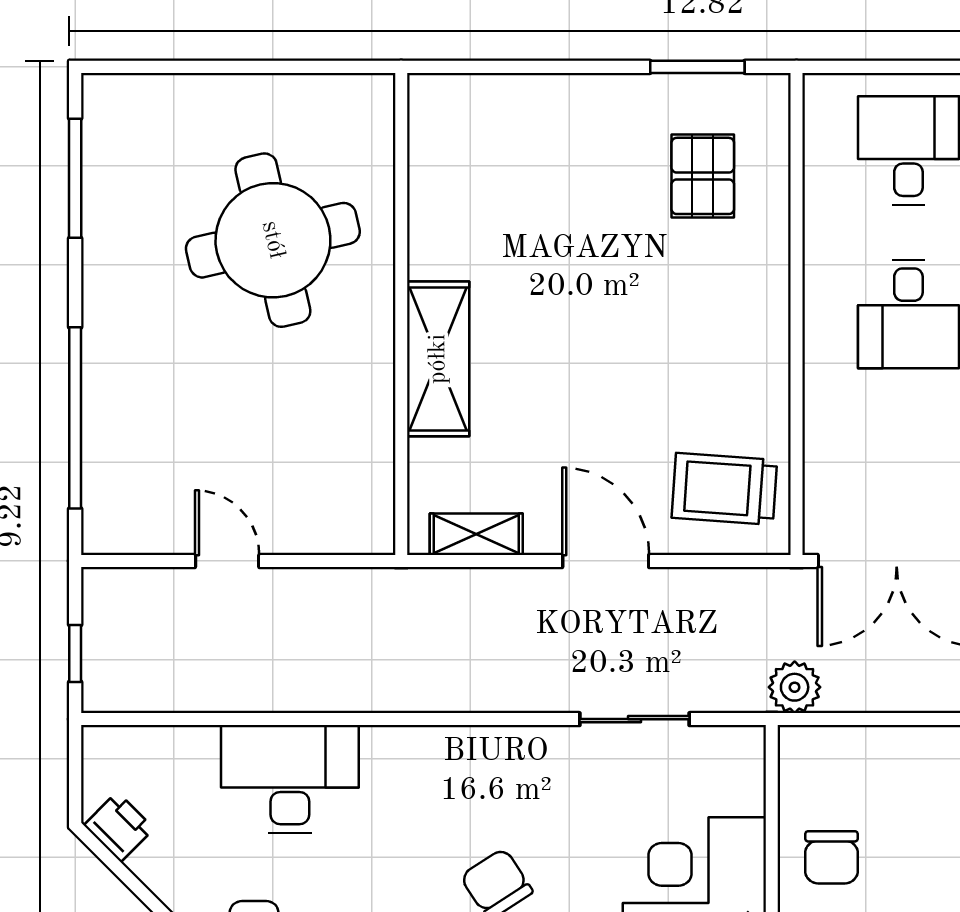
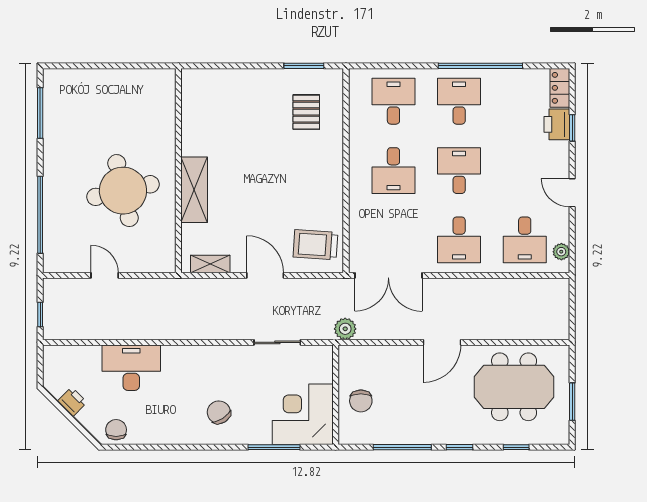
round table: (273, 240) -> (123, 191), moved
printer: (119, 827) -> (72, 402), moved

